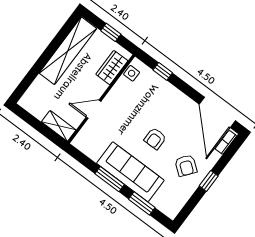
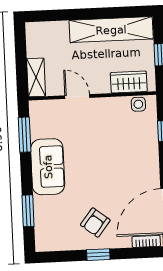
armchair: (155, 139) -> (97, 174), removed
sofa: (130, 172) -> (48, 167), width x0.73
window: (110, 179) -> (25, 135), moved

